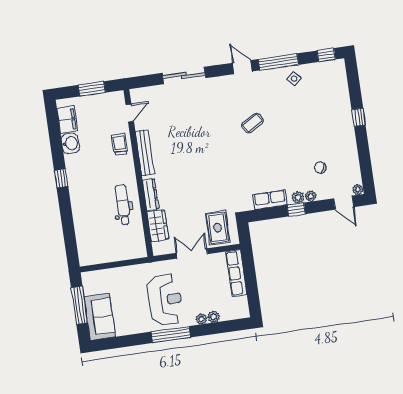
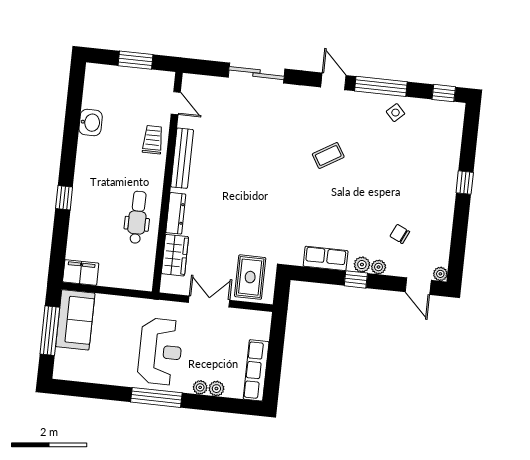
door: (130, 113) -> (176, 103), hinge flipped
filing cabinet: (67, 120) -> (81, 272), moved, turned -90
window: (61, 178) -> (64, 198), moved
row of seats: (236, 273) -> (256, 370), moved
sofa: (100, 317) -> (75, 320), moved

